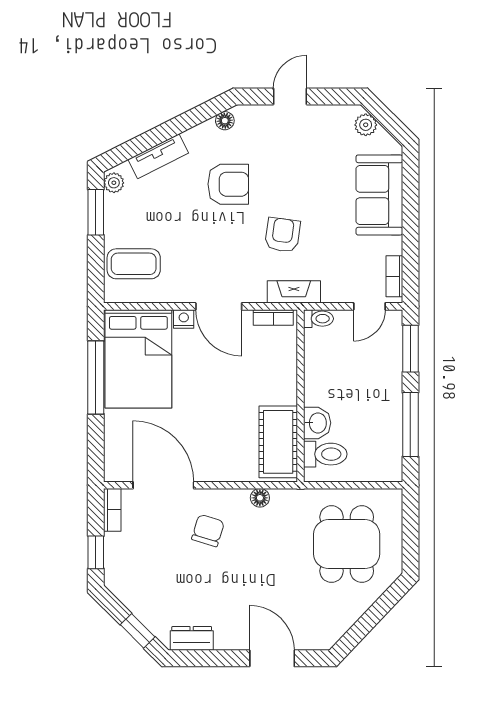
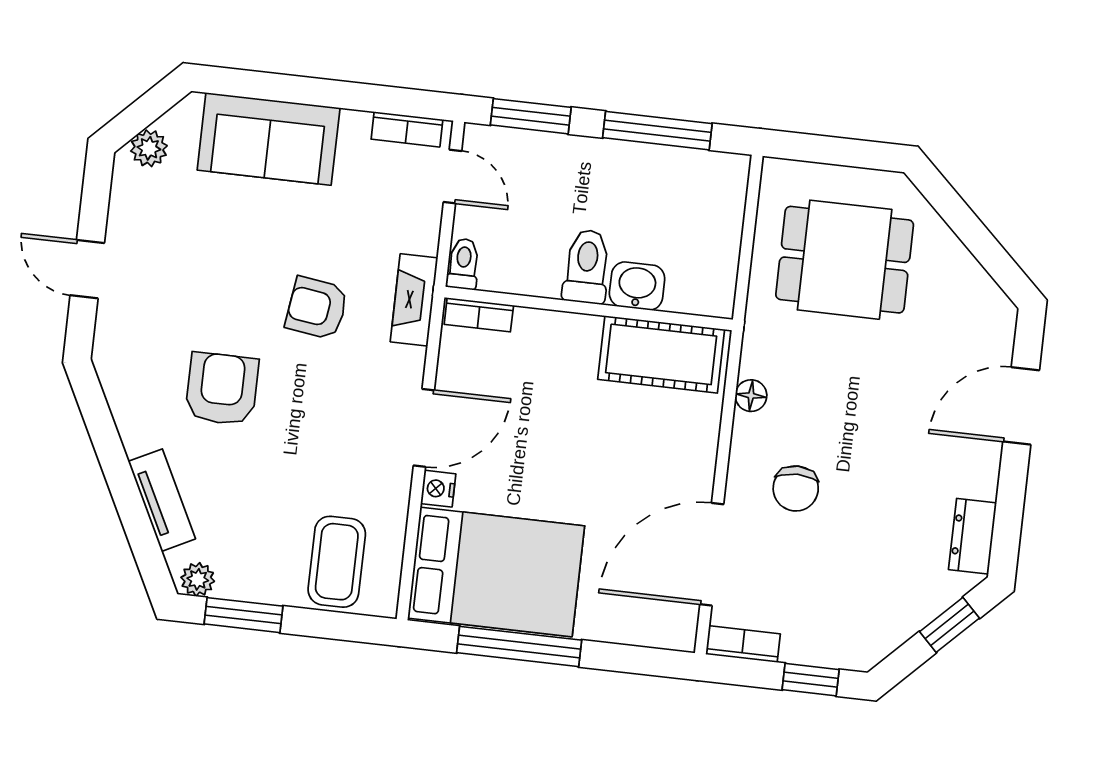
floor lamp: (225, 121) -> (115, 382), removed
bookcase: (273, 317) -> (479, 315), moved, turned 90
toilet: (325, 454) -> (587, 267), moved
chair: (208, 531) -> (796, 488), turned -107

